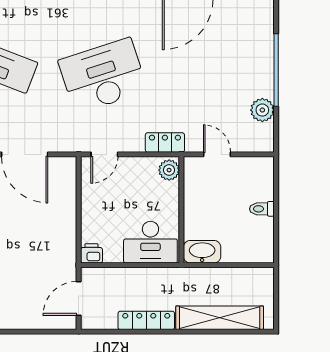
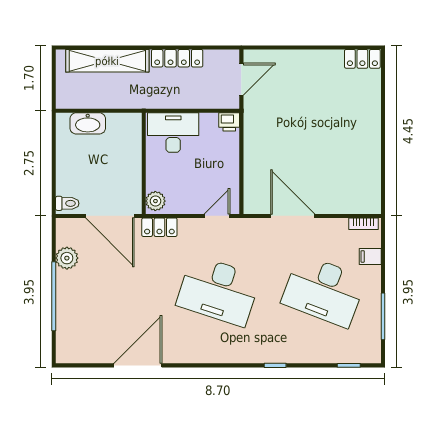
desk: (103, 76) -> (218, 291), turned 36
door: (217, 154) -> (110, 216), width x1.88
toilet: (262, 209) -> (67, 203), moved
washbasin: (202, 252) -> (88, 123), moved

